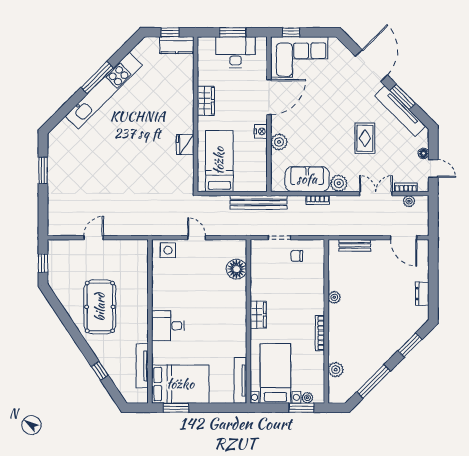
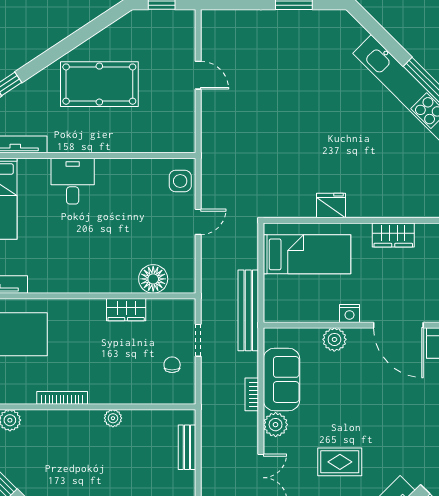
wardrobe: (258, 315) -> (126, 310), moved

